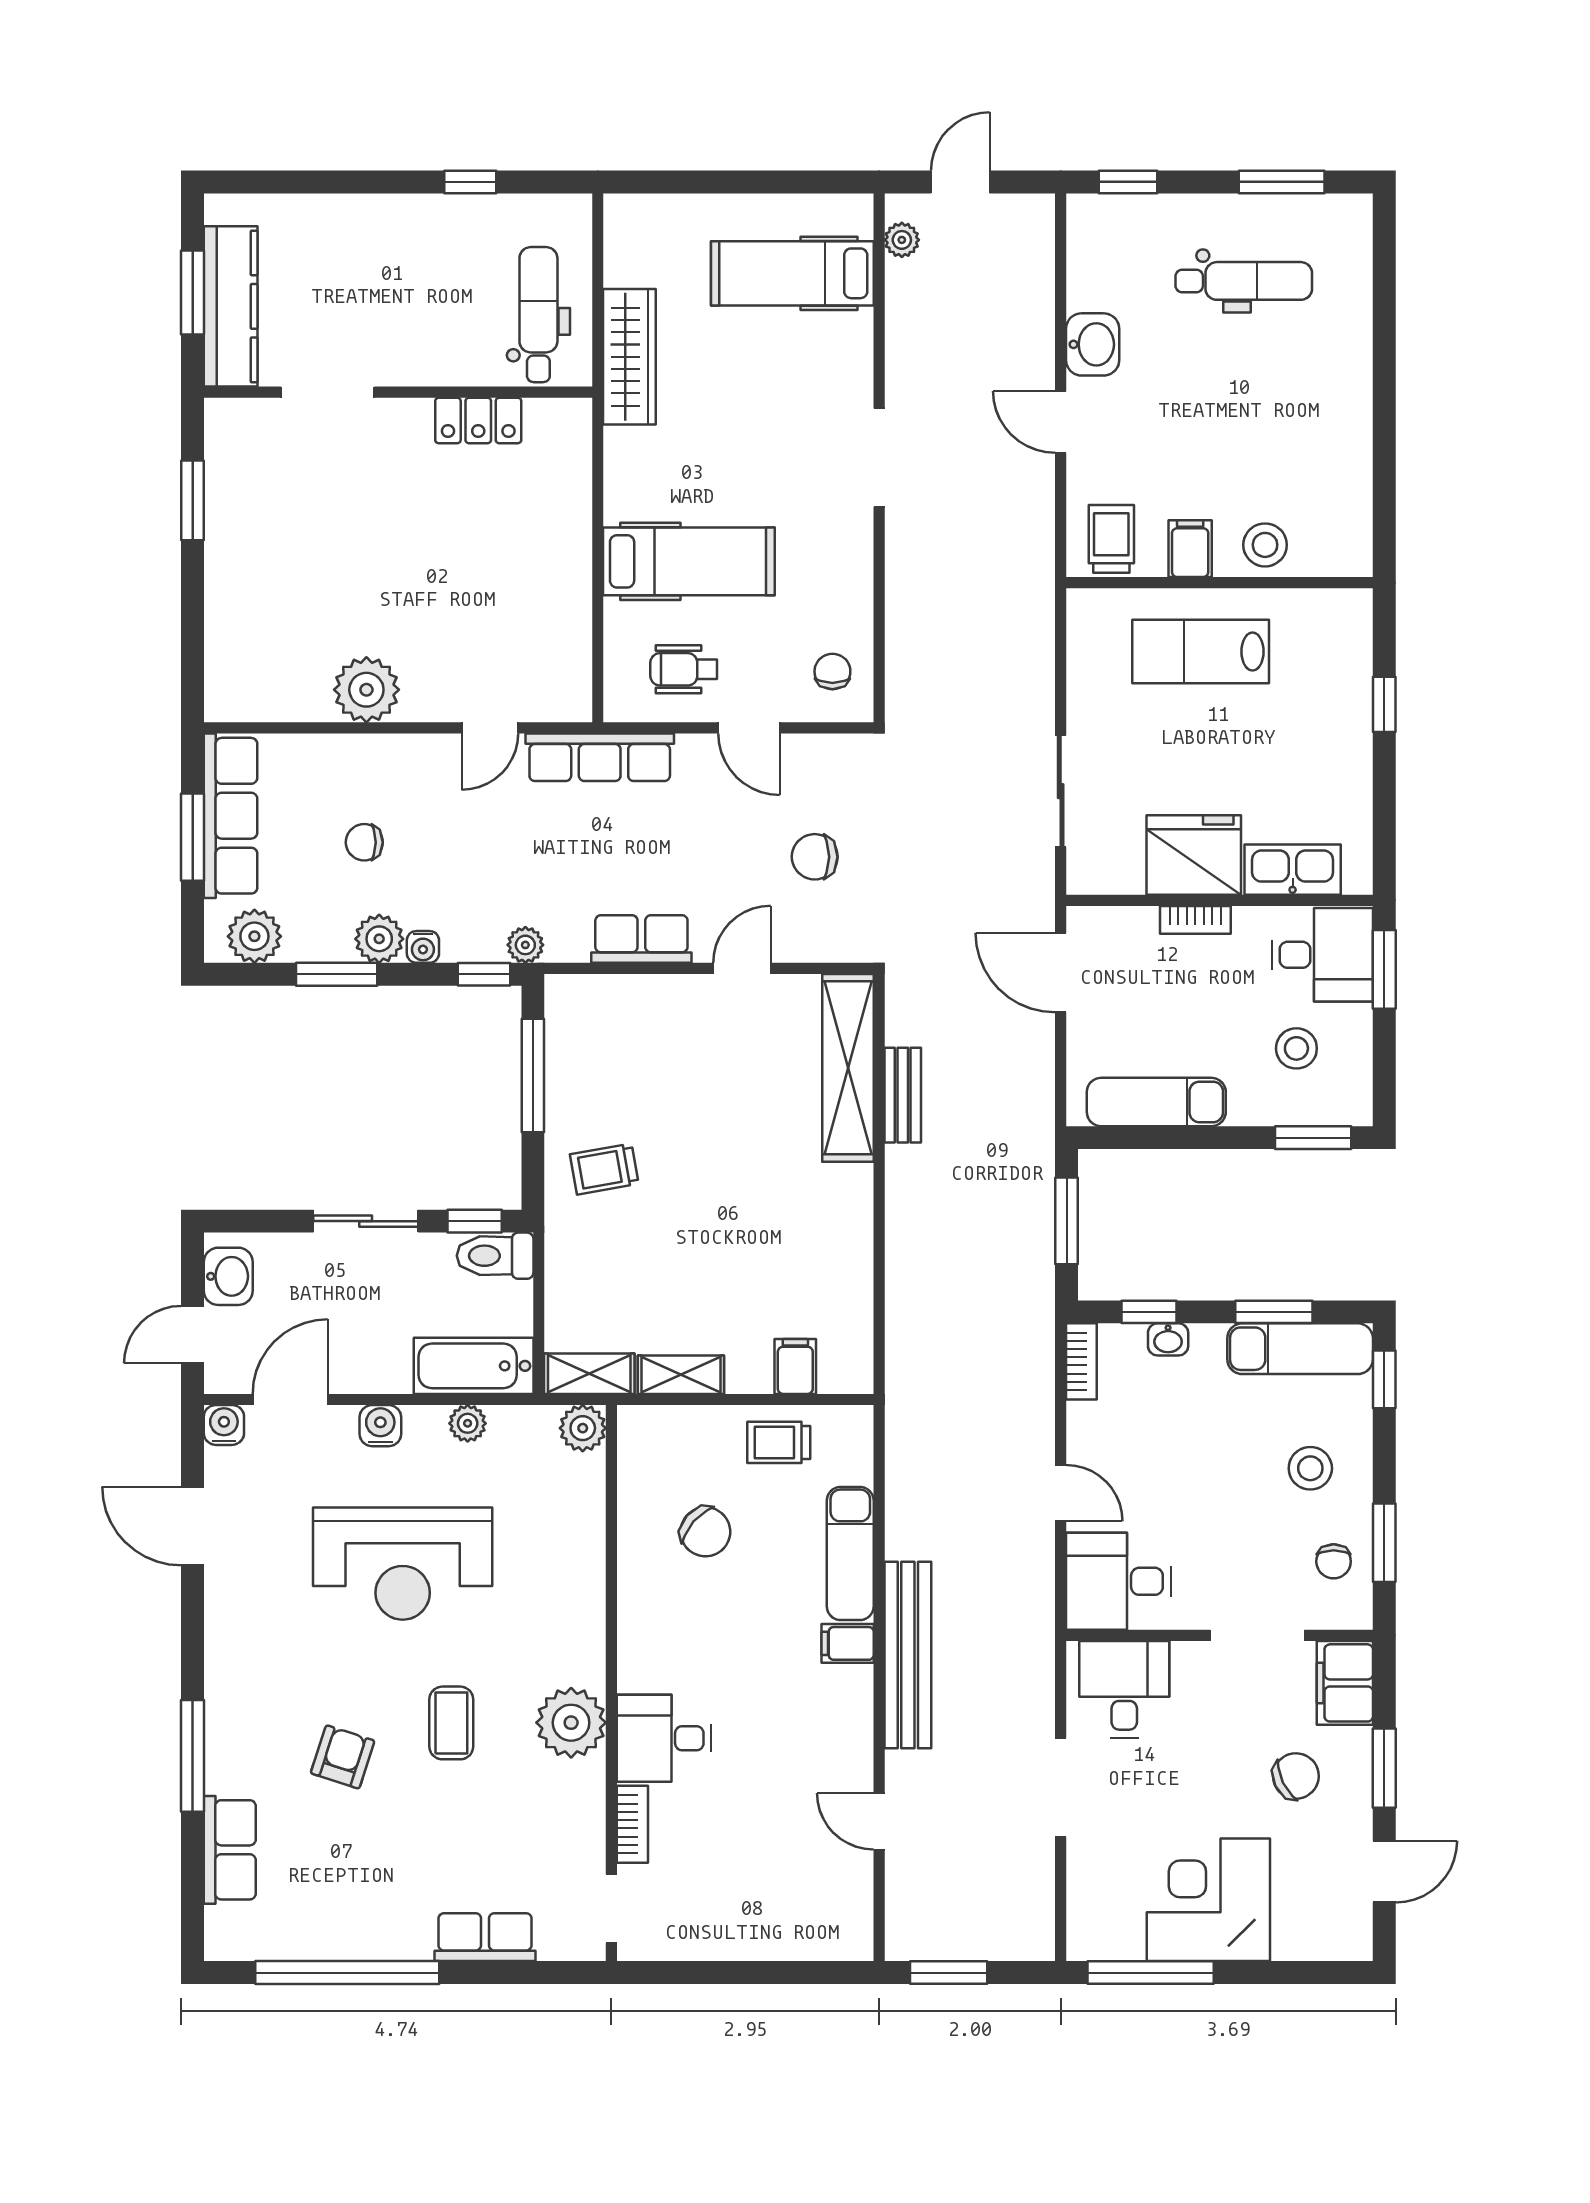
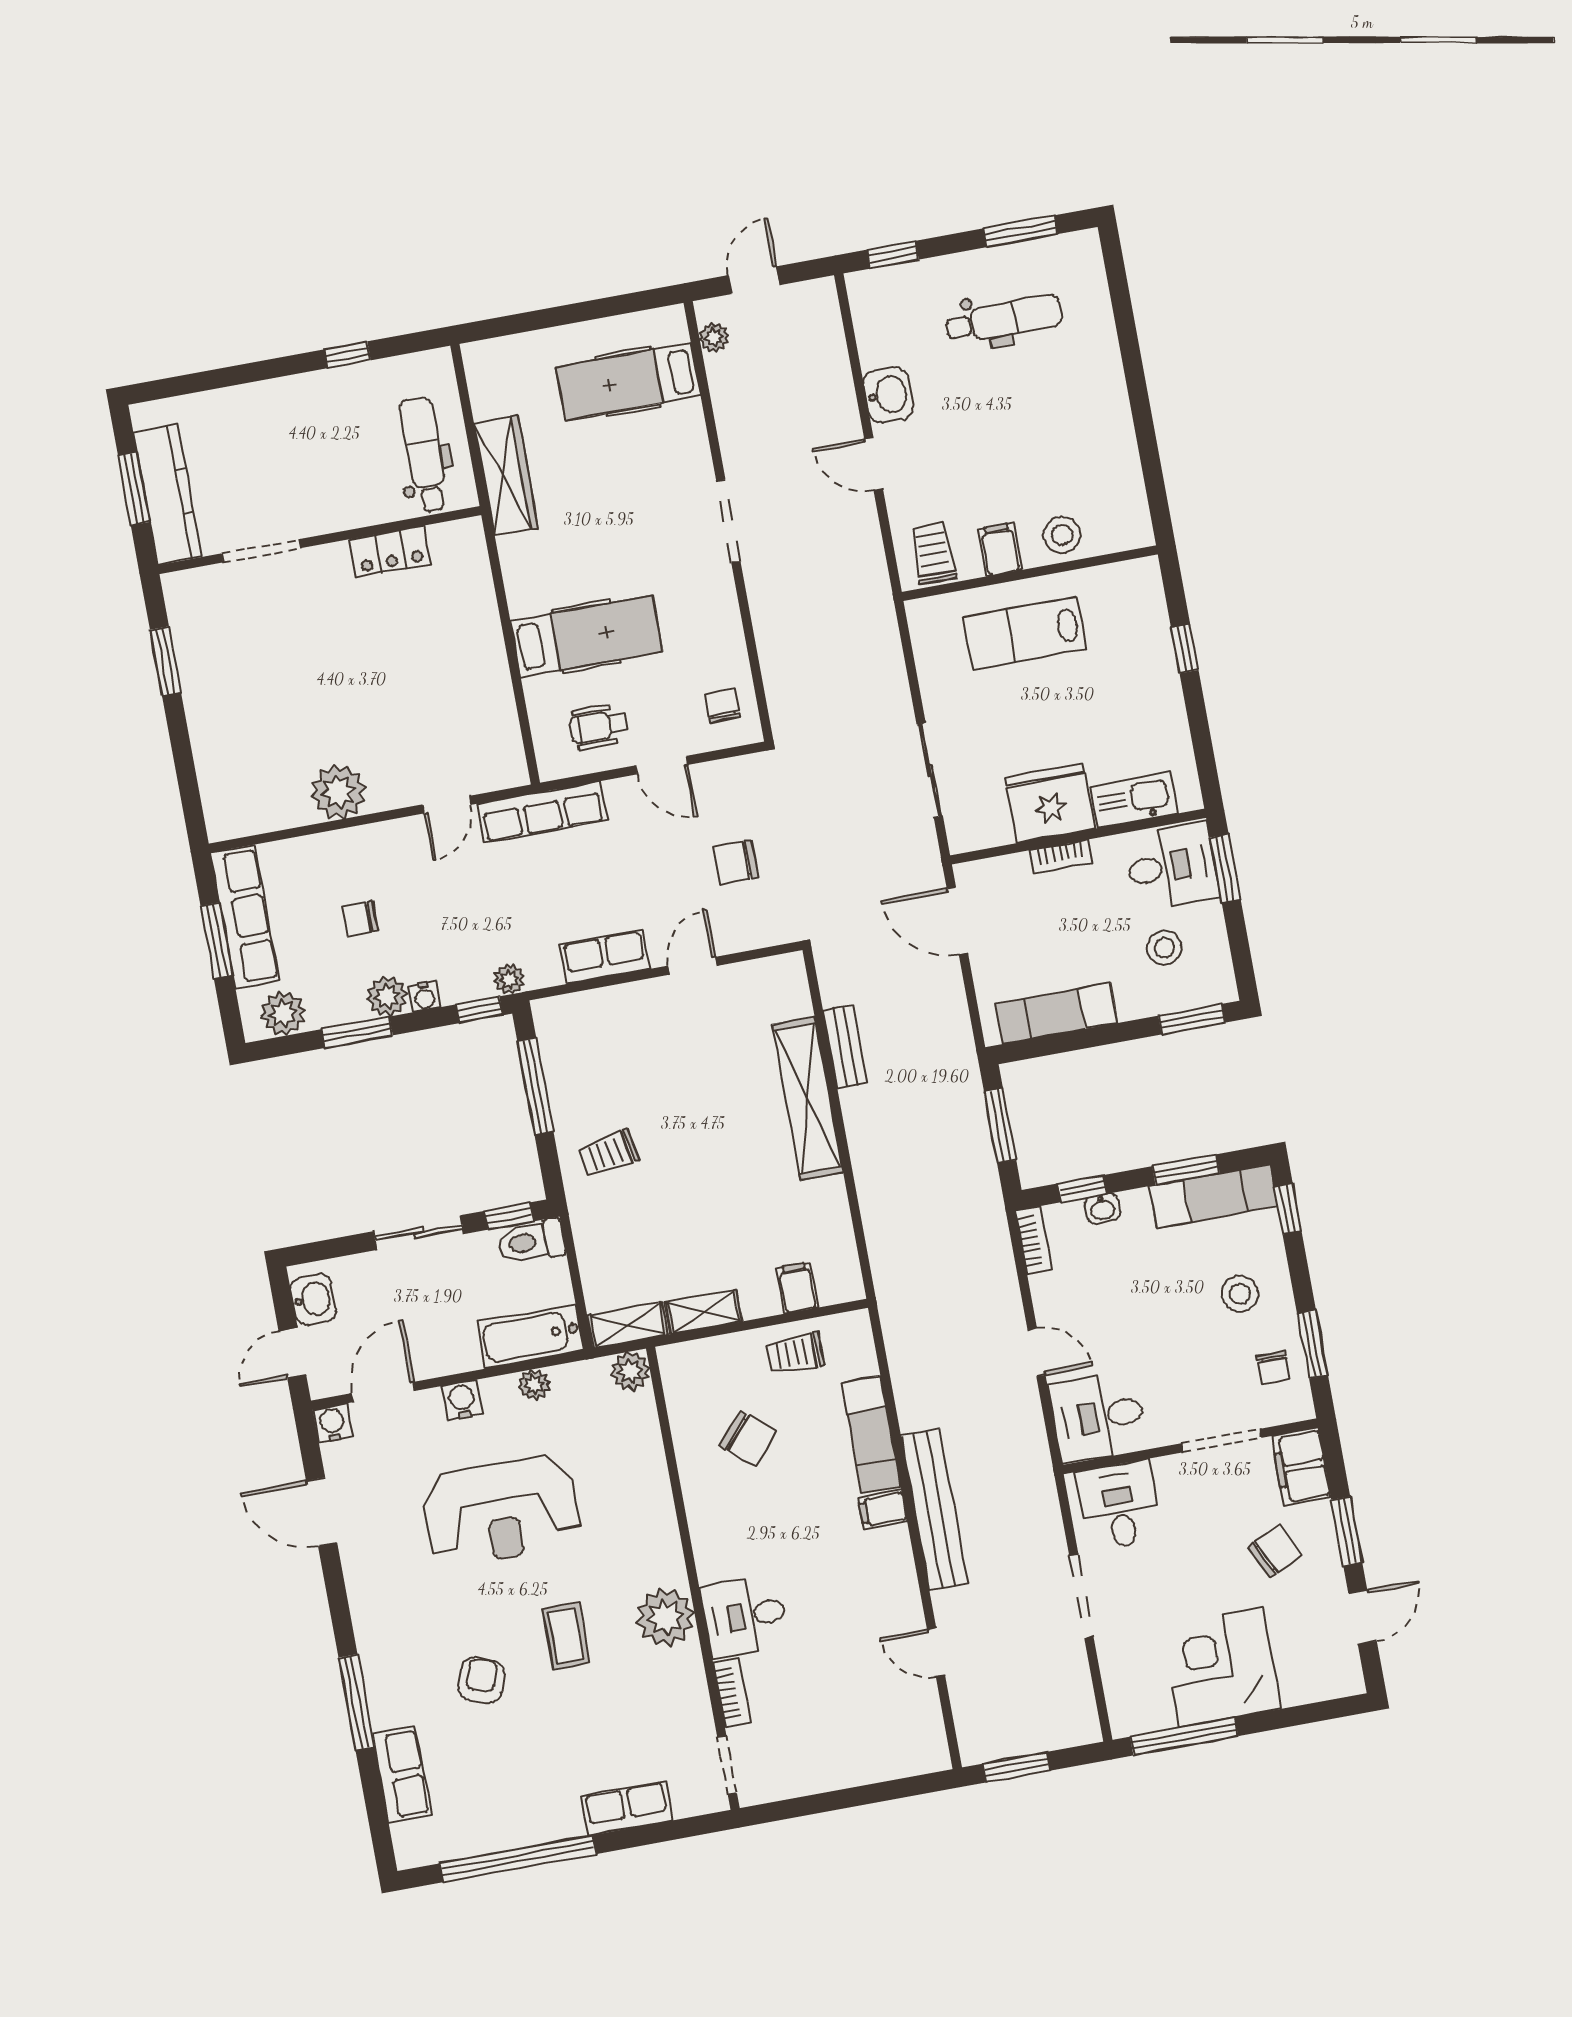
shelving: (848, 1068) -> (808, 1098), moved

